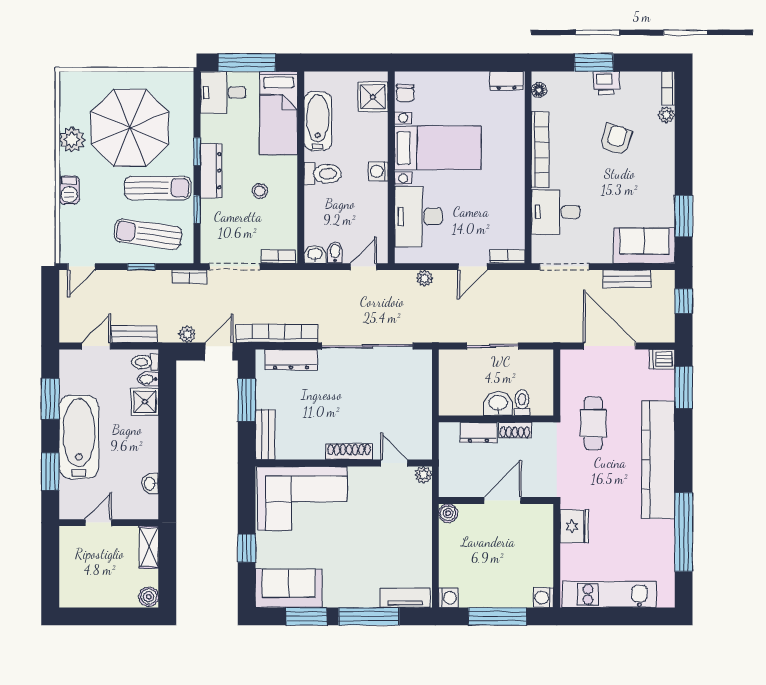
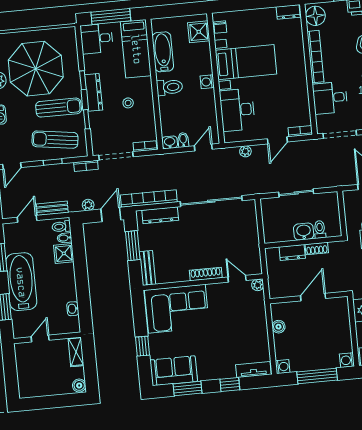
floor lamp: (539, 90) -> (315, 16), width x1.89, depth x1.89
boiler: (448, 513) -> (279, 327), moved
window: (369, 616) -> (230, 384), width x0.46

